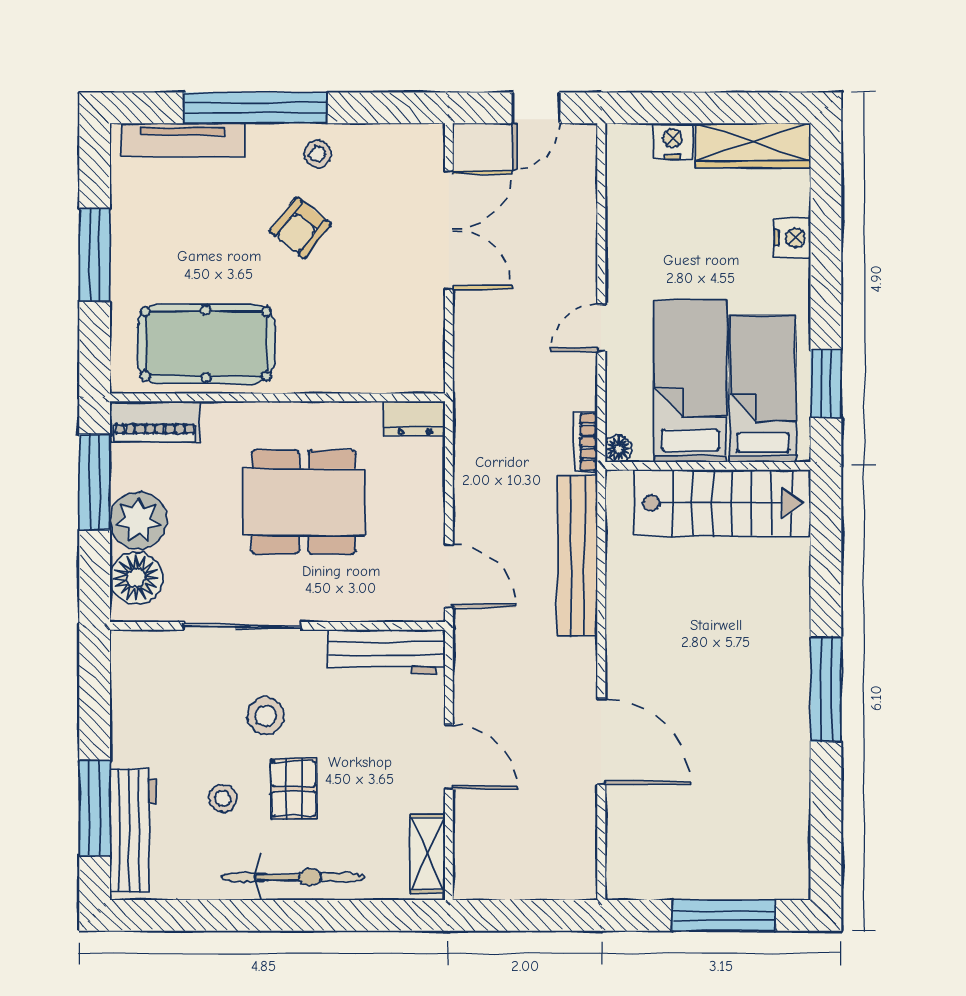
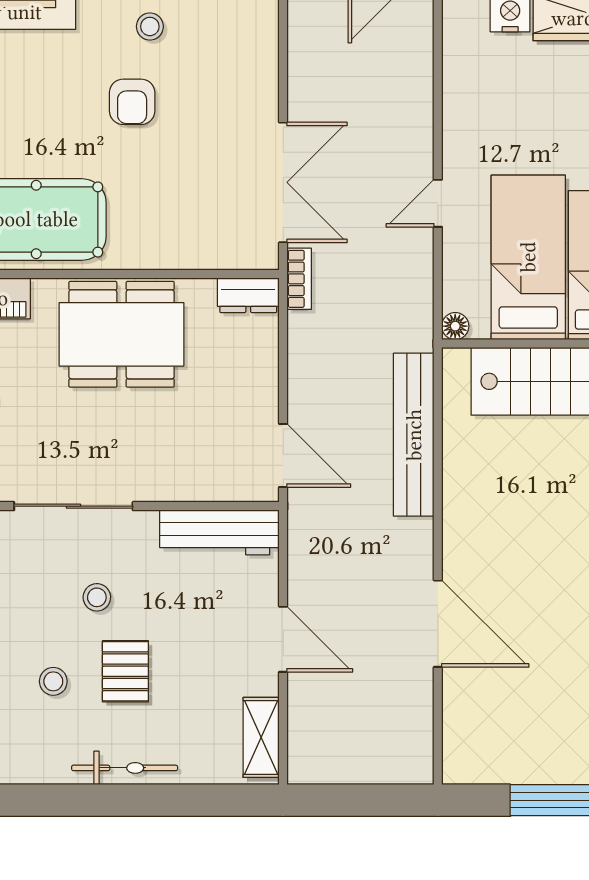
armchair: (300, 228) -> (132, 102), turned -38
double door: (449, 230) -> (283, 182), moved
bookcase: (585, 442) -> (299, 279), moved, turned 180
dining table: (304, 502) -> (121, 334), moved
stool: (266, 716) -> (97, 597), width x0.73, depth x0.73
bicycle: (293, 877) -> (125, 768), width x0.73, depth x0.71

